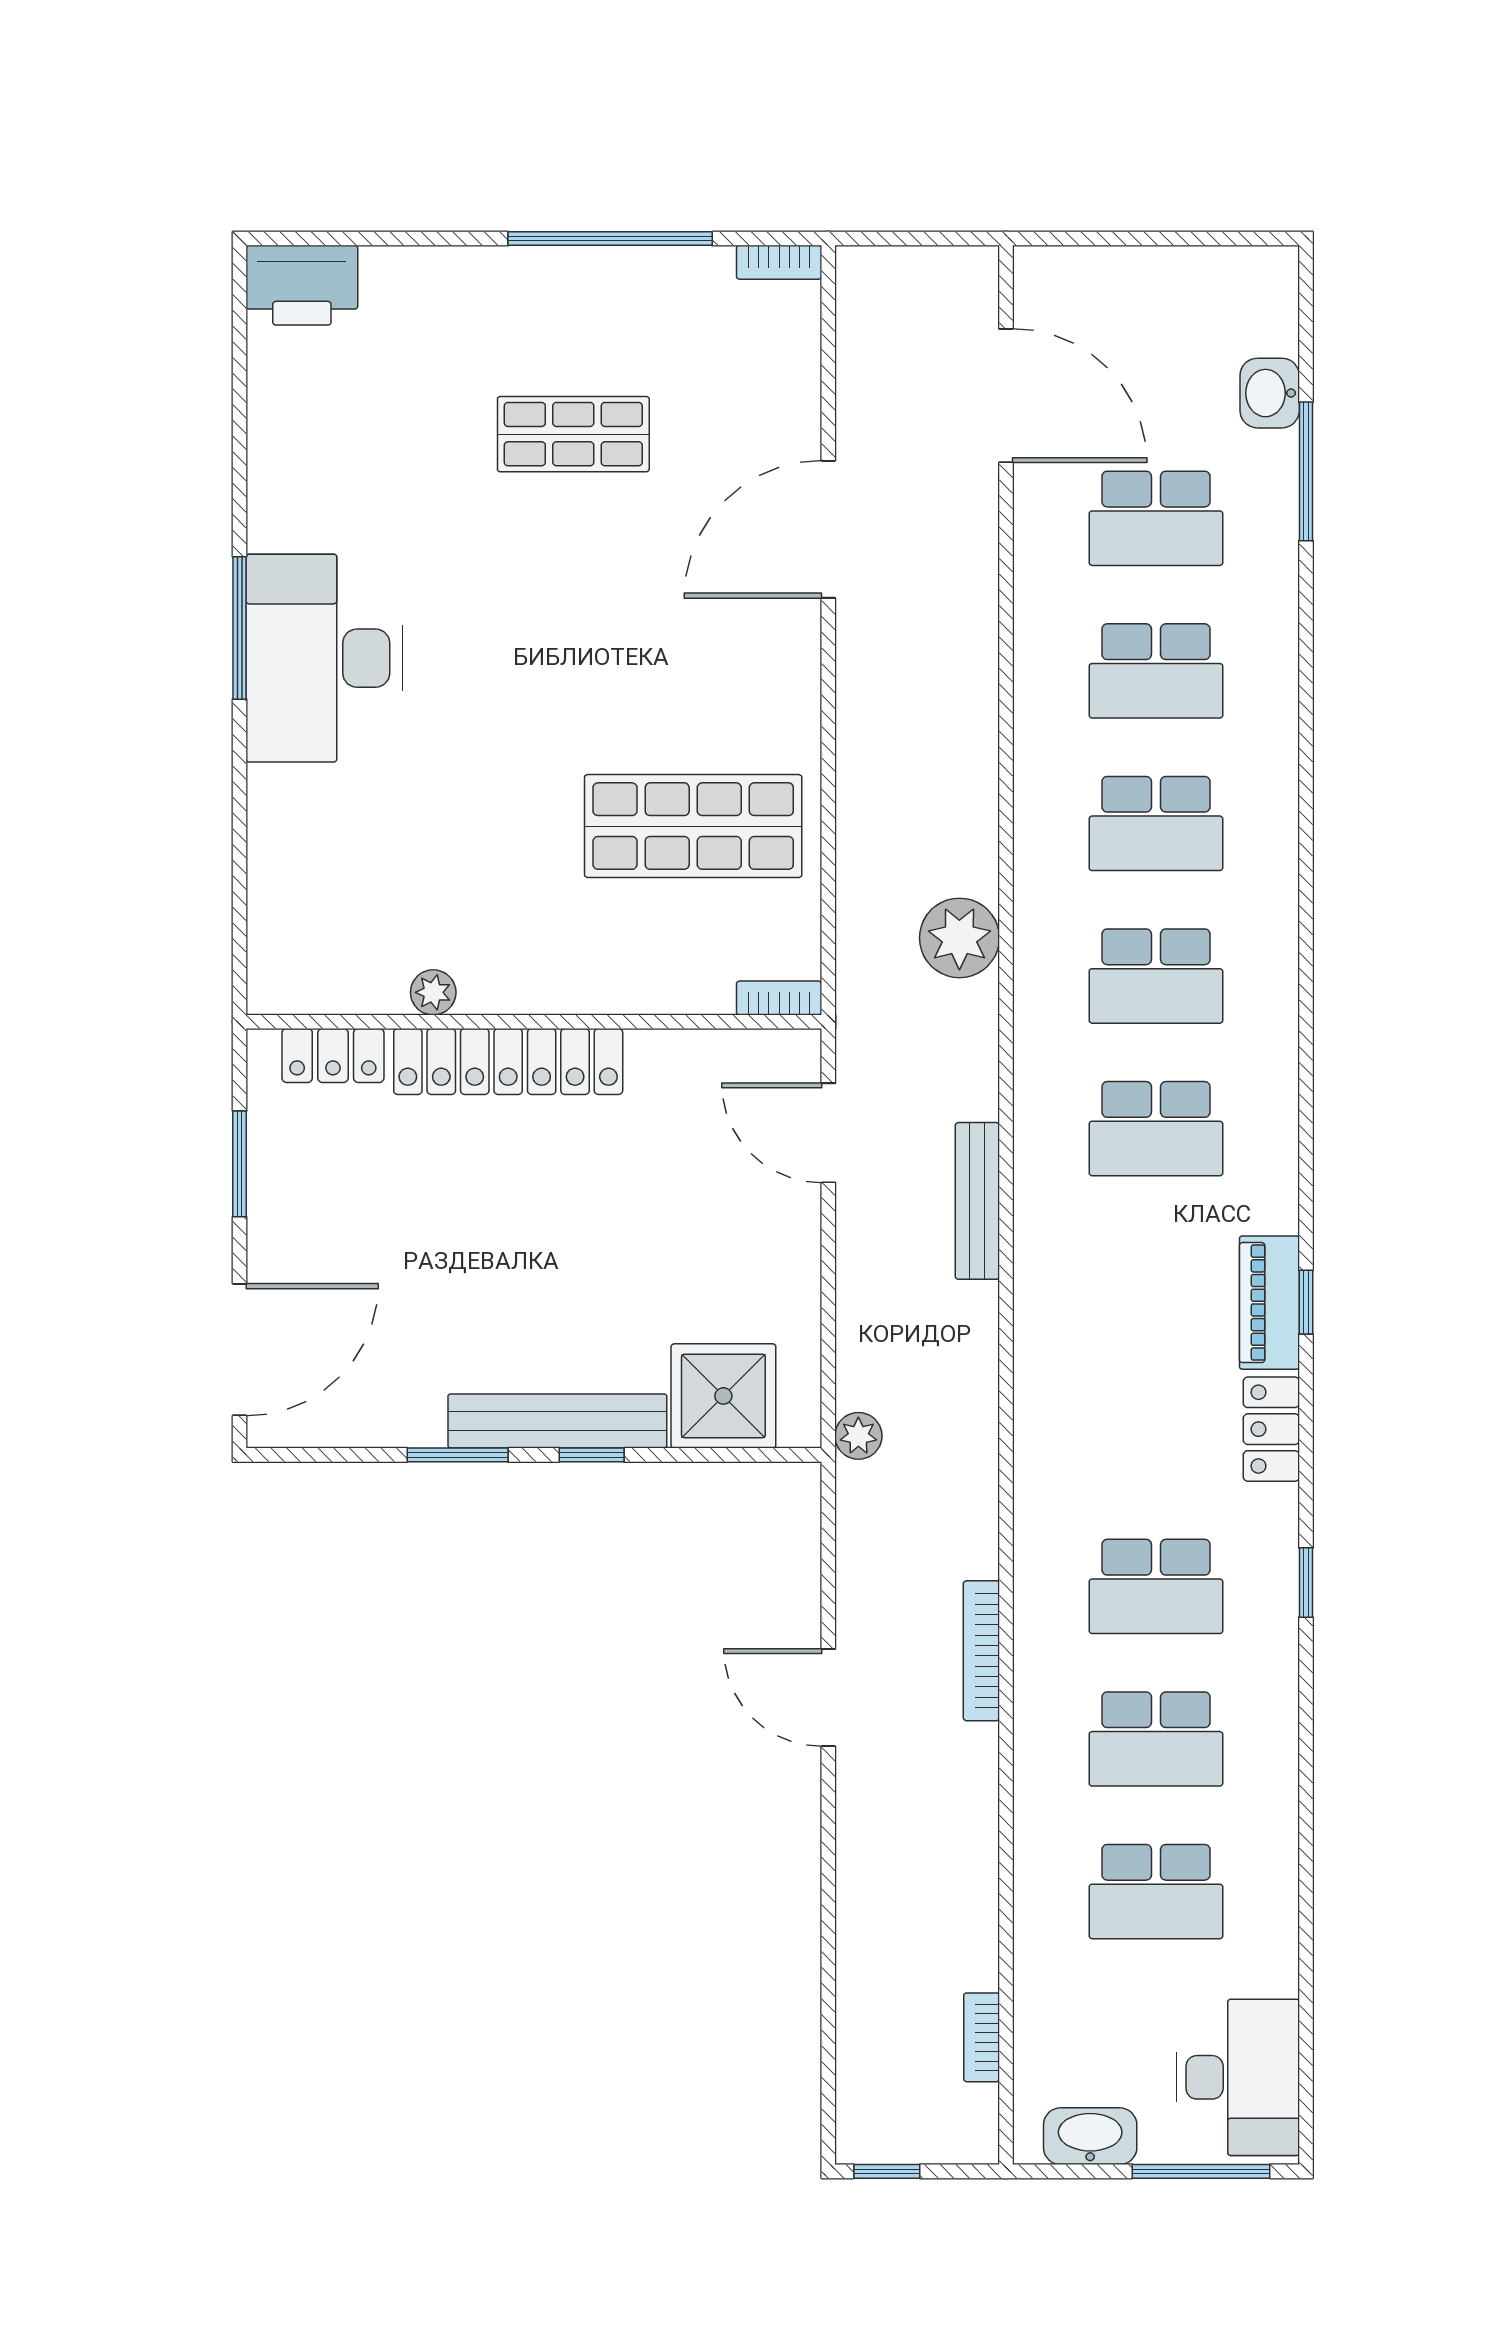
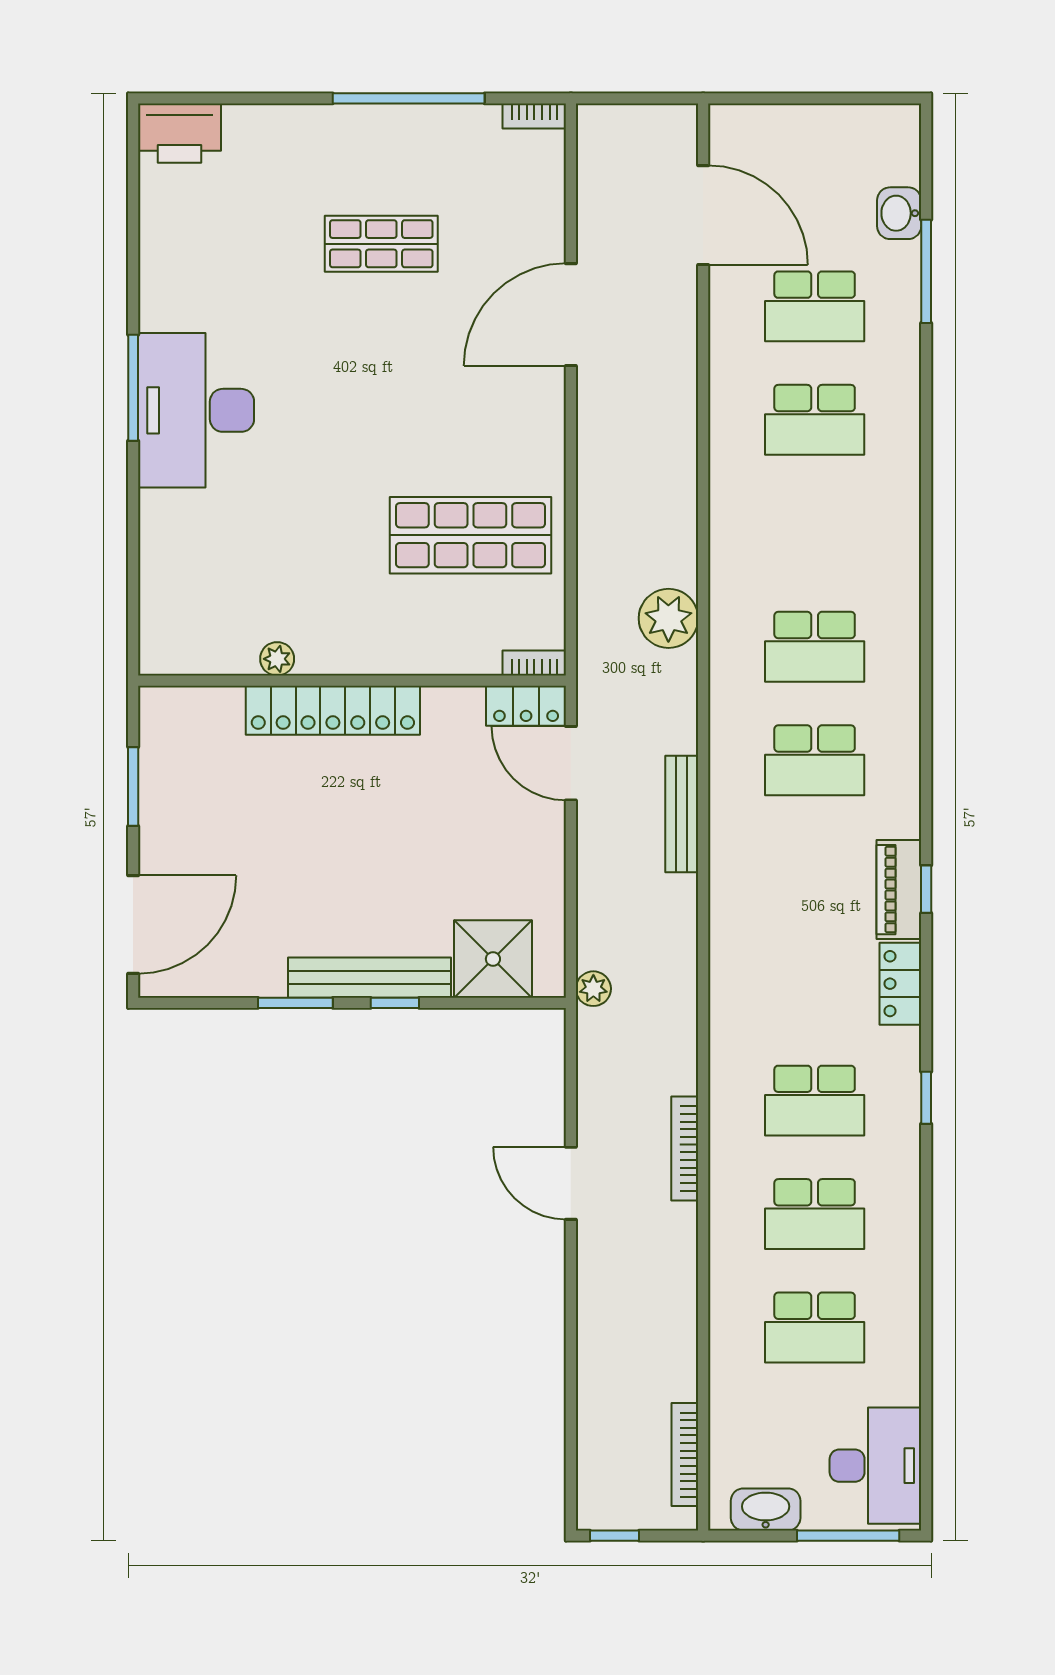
school desk: (1156, 824) -> (815, 533), removed
locker: (333, 1055) -> (526, 706), moved
bookcase: (982, 2037) -> (685, 1455), width x1.56

